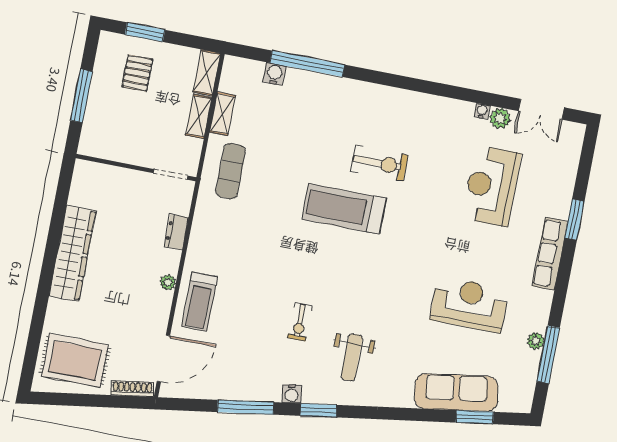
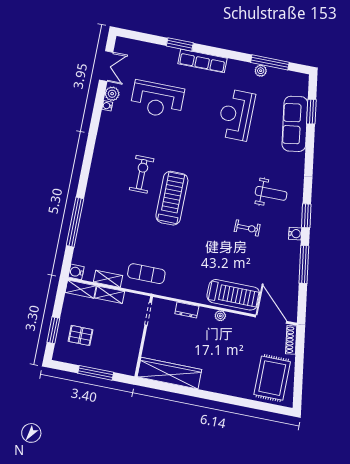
water cooler: (274, 74) -> (76, 272), moved
treadmill: (344, 209) -> (172, 198), turned 180
wardrobe: (72, 253) -> (169, 373), moved
treadmill: (199, 302) -> (233, 295), width x1.37, depth x1.38

